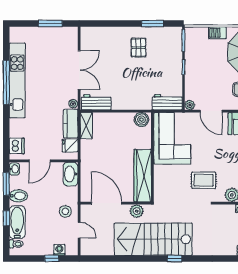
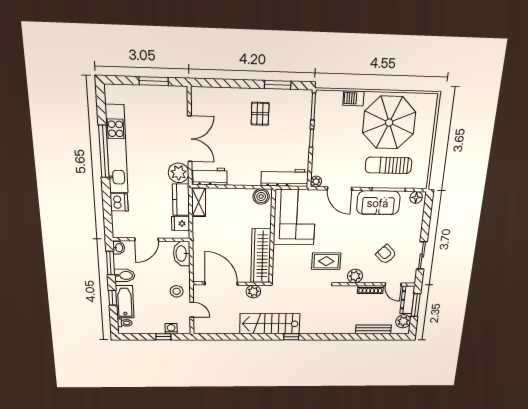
workbench: (167, 102) -> (285, 178), width x1.38
plant: (73, 104) -> (179, 173), width x1.88, depth x1.88
dishwasher: (17, 146) -> (119, 202), moved
stairs: (153, 239) -> (270, 324), width x0.73, depth x0.66

